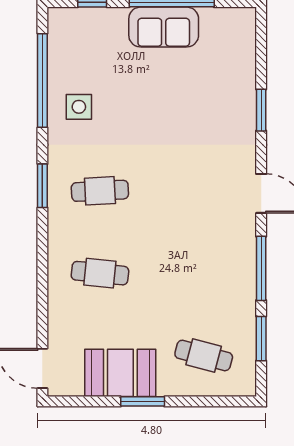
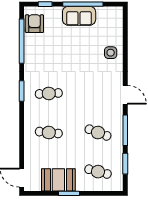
armchair: (70, 44) -> (34, 24), added
side table: (79, 107) -> (111, 53), moved
window: (261, 110) -> (125, 55), removed
cafe table: (204, 273) -> (98, 133), added

